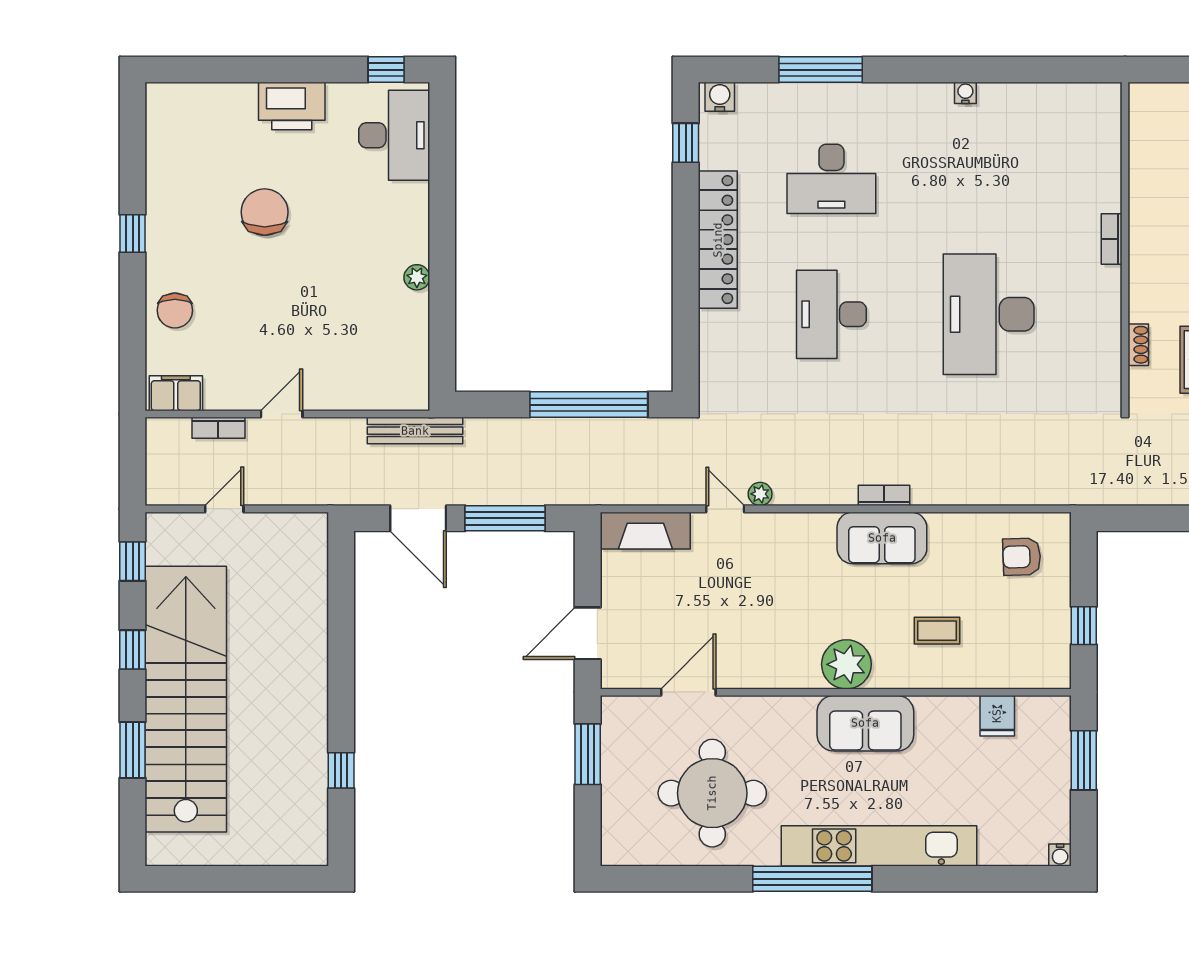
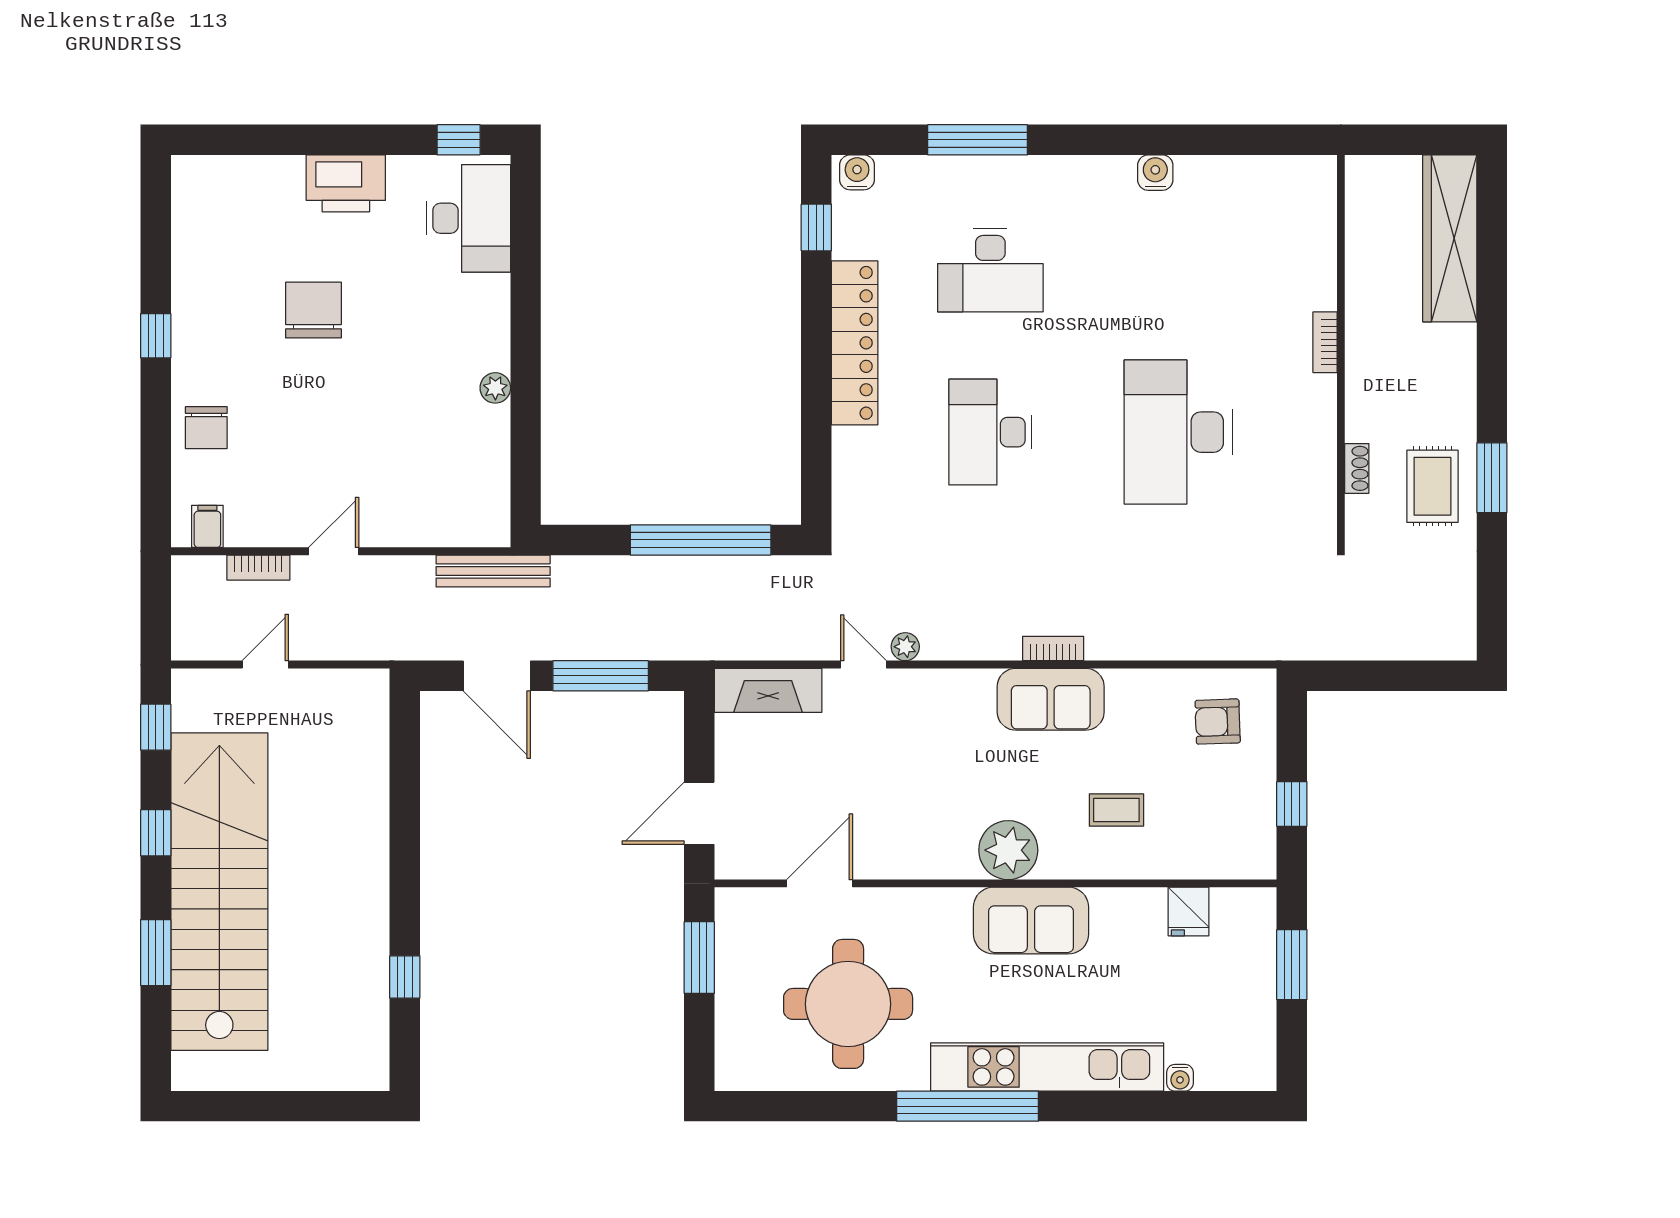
water cooler: (965, 93) -> (1155, 173), width x1.38, depth x1.38
filing cabinet: (176, 393) -> (207, 526), width x0.50
water cooler: (1060, 855) -> (1180, 1078), moved

